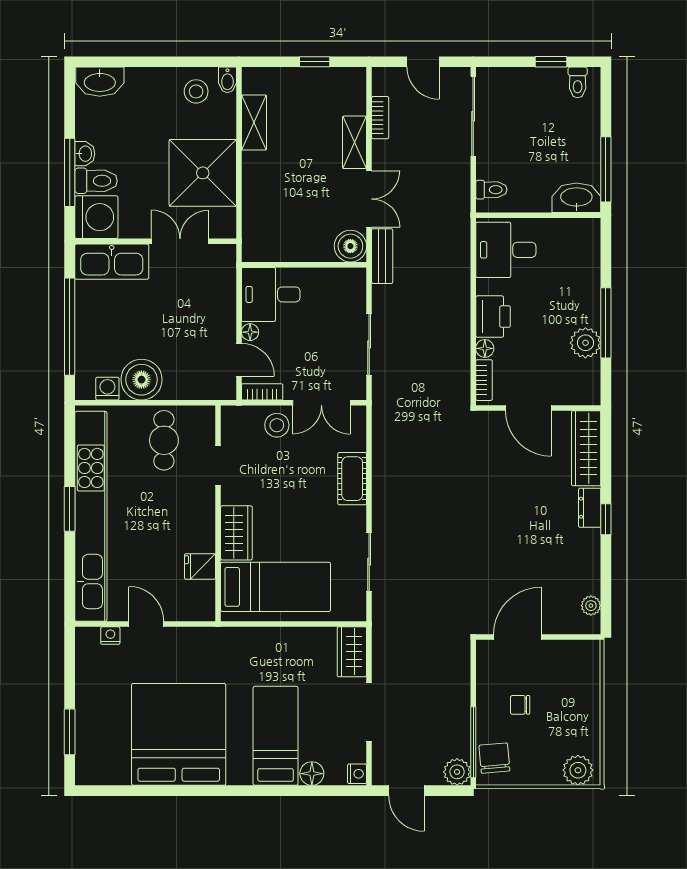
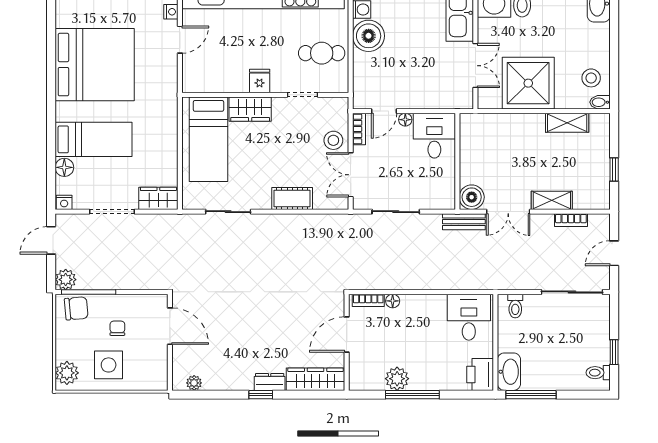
printer: (493, 317) -> (480, 374), moved, turned 90
fridge: (200, 566) -> (260, 81), moved
side table: (568, 716) -> (109, 365), added

